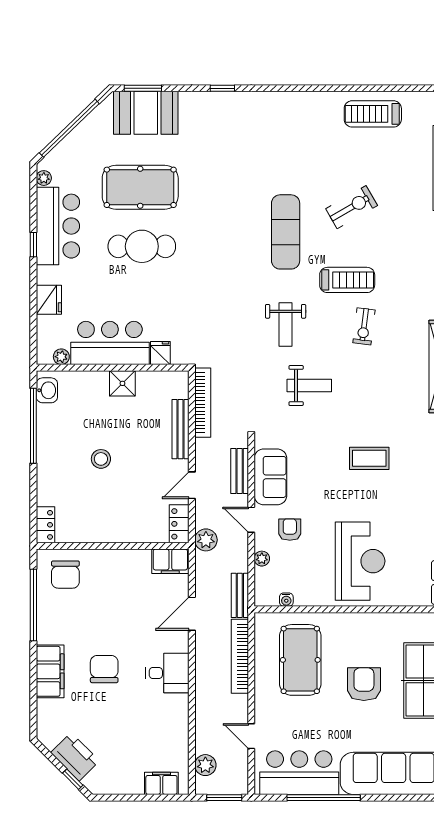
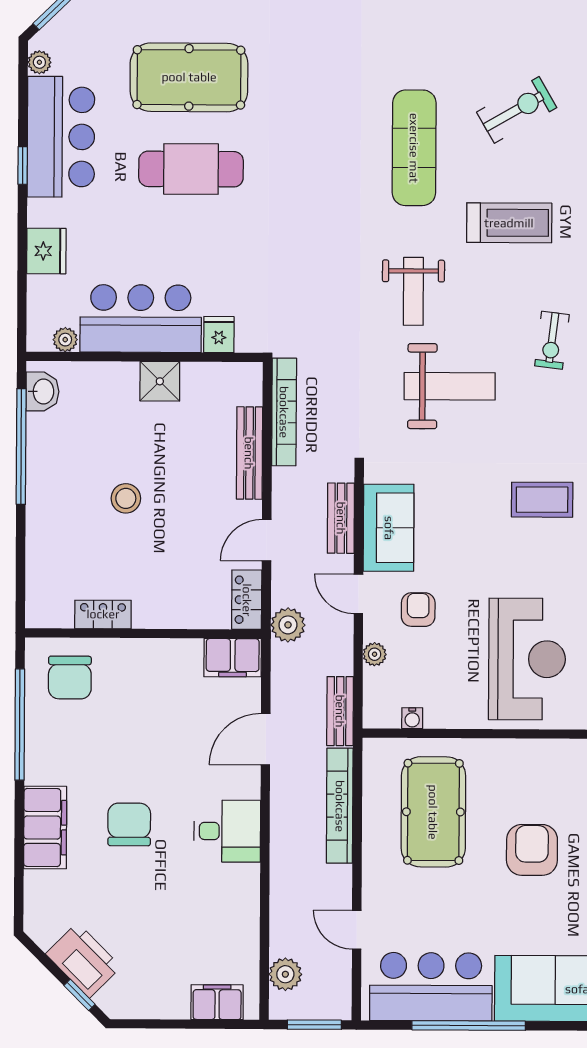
exercise bike: (364, 326) -> (552, 340), moved
weight bench: (309, 386) -> (450, 386), width x1.36, depth x1.33
locker: (45, 525) -> (103, 614), moved, turned -90

